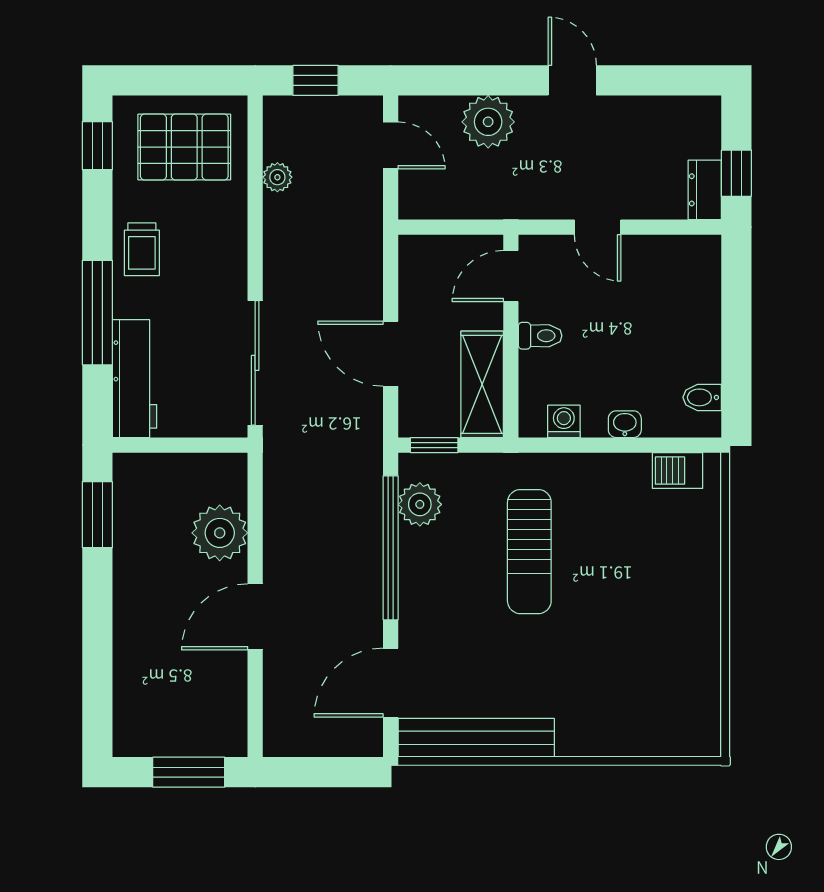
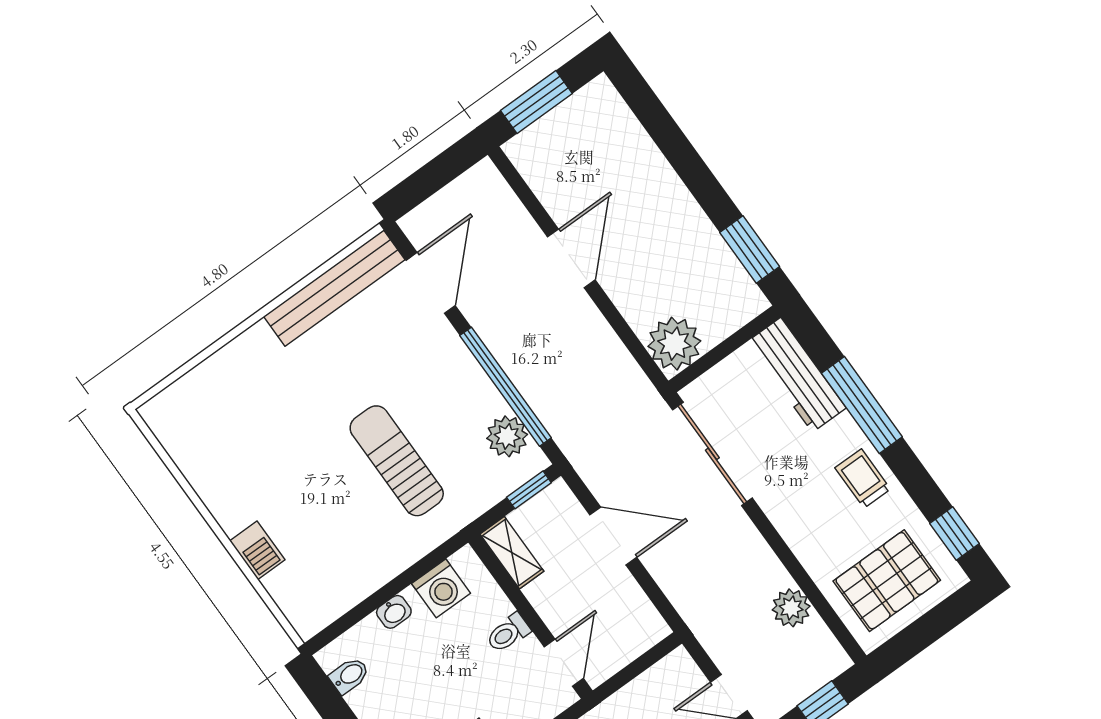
plant: (277, 177) -> (791, 608), width x1.38, depth x1.38
shelving: (482, 384) -> (512, 553), width x0.67, depth x0.75
washing machine: (564, 421) -> (441, 588), width x1.38, depth x1.38
barbecue: (677, 471) -> (257, 550), moved, turned 90
plant: (220, 533) -> (674, 344), moved

